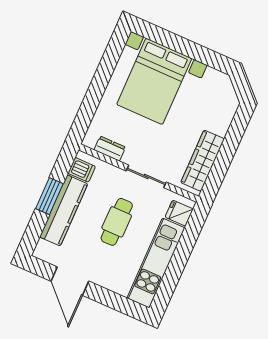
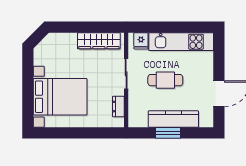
dishwasher: (82, 170) -> (141, 119), removed

